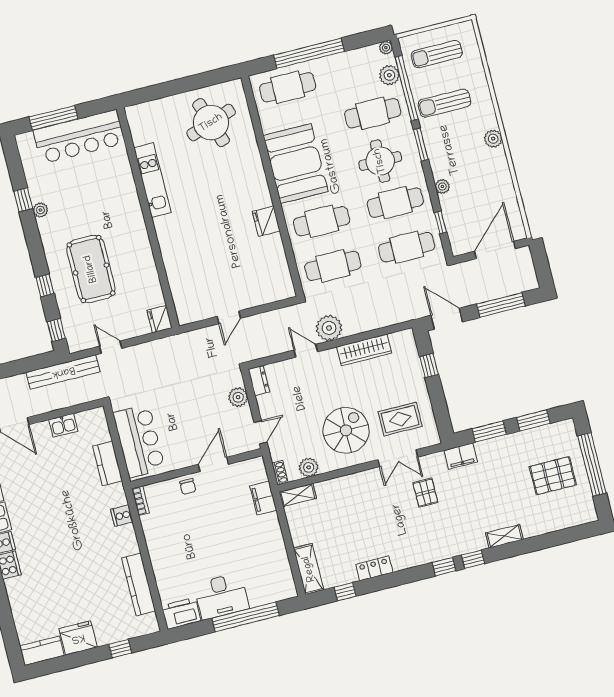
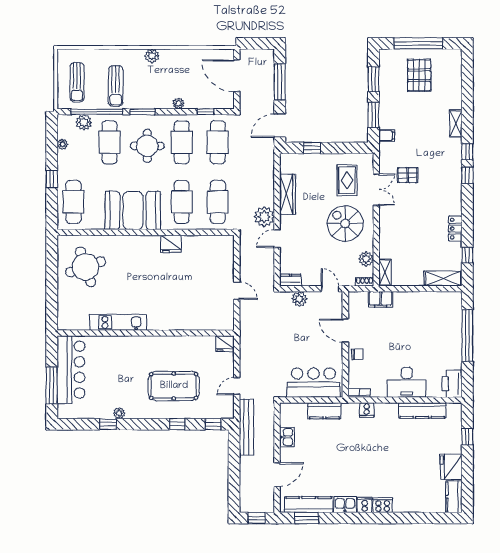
plant: (386, 48) -> (62, 144), moved
window: (309, 53) -> (52, 179), width x0.32
filing cabinet: (461, 456) -> (387, 135), width x0.50
desk: (221, 596) -> (407, 382), moved, turned 90

